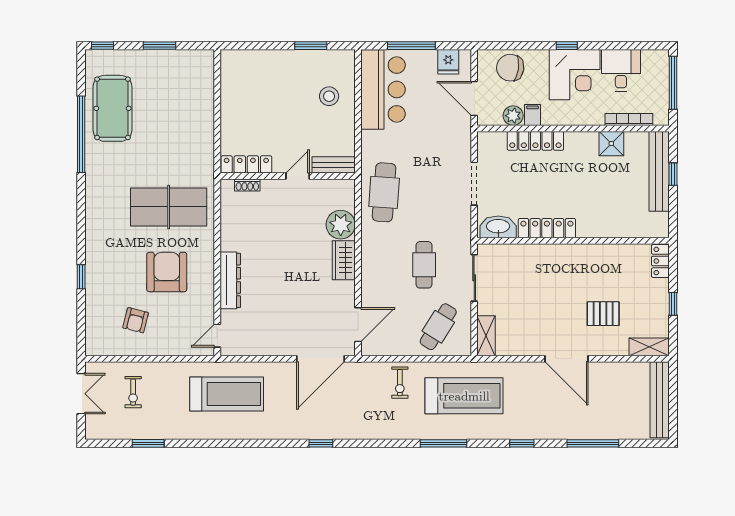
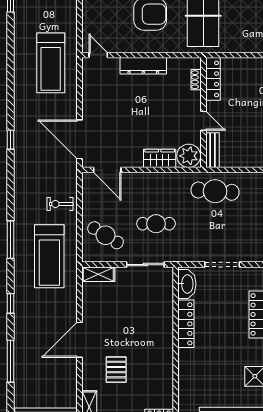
locker: (246, 164) -> (213, 79), moved
bench: (334, 165) -> (213, 150), moved
wall: (288, 176) -> (204, 113), moved
door: (298, 176) -> (204, 121), moved
shoe rack: (247, 185) -> (196, 80), moved

